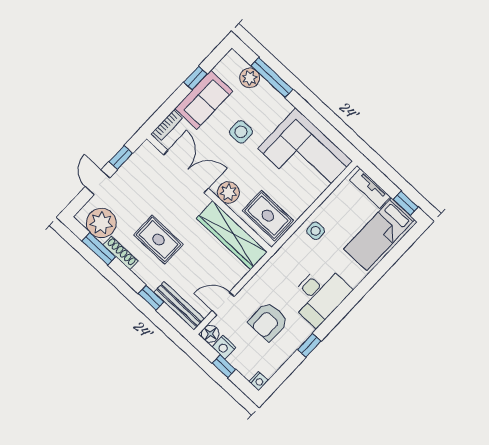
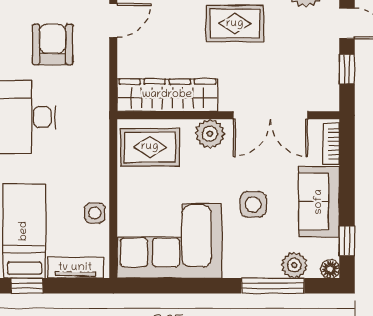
floor lamp: (232, 57) -> (330, 269), added
window: (195, 78) -> (347, 241), moved
side table: (316, 231) -> (95, 213), moved

